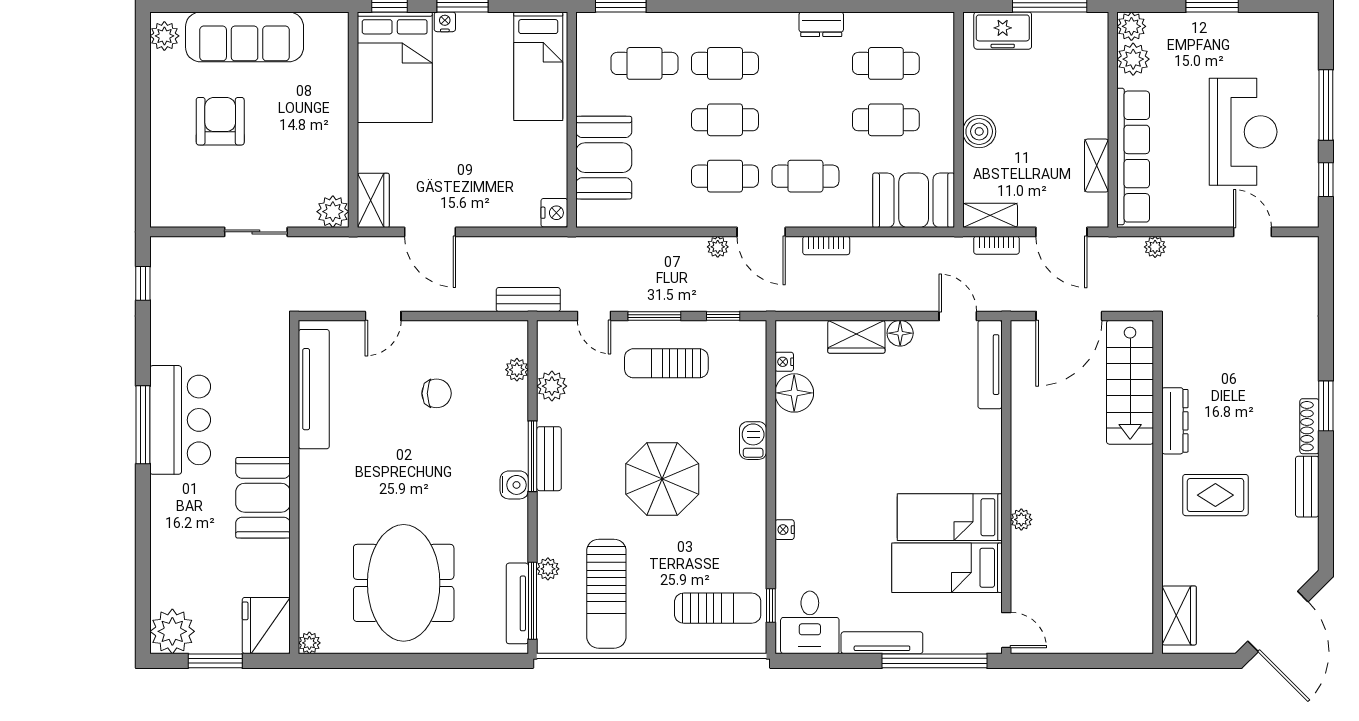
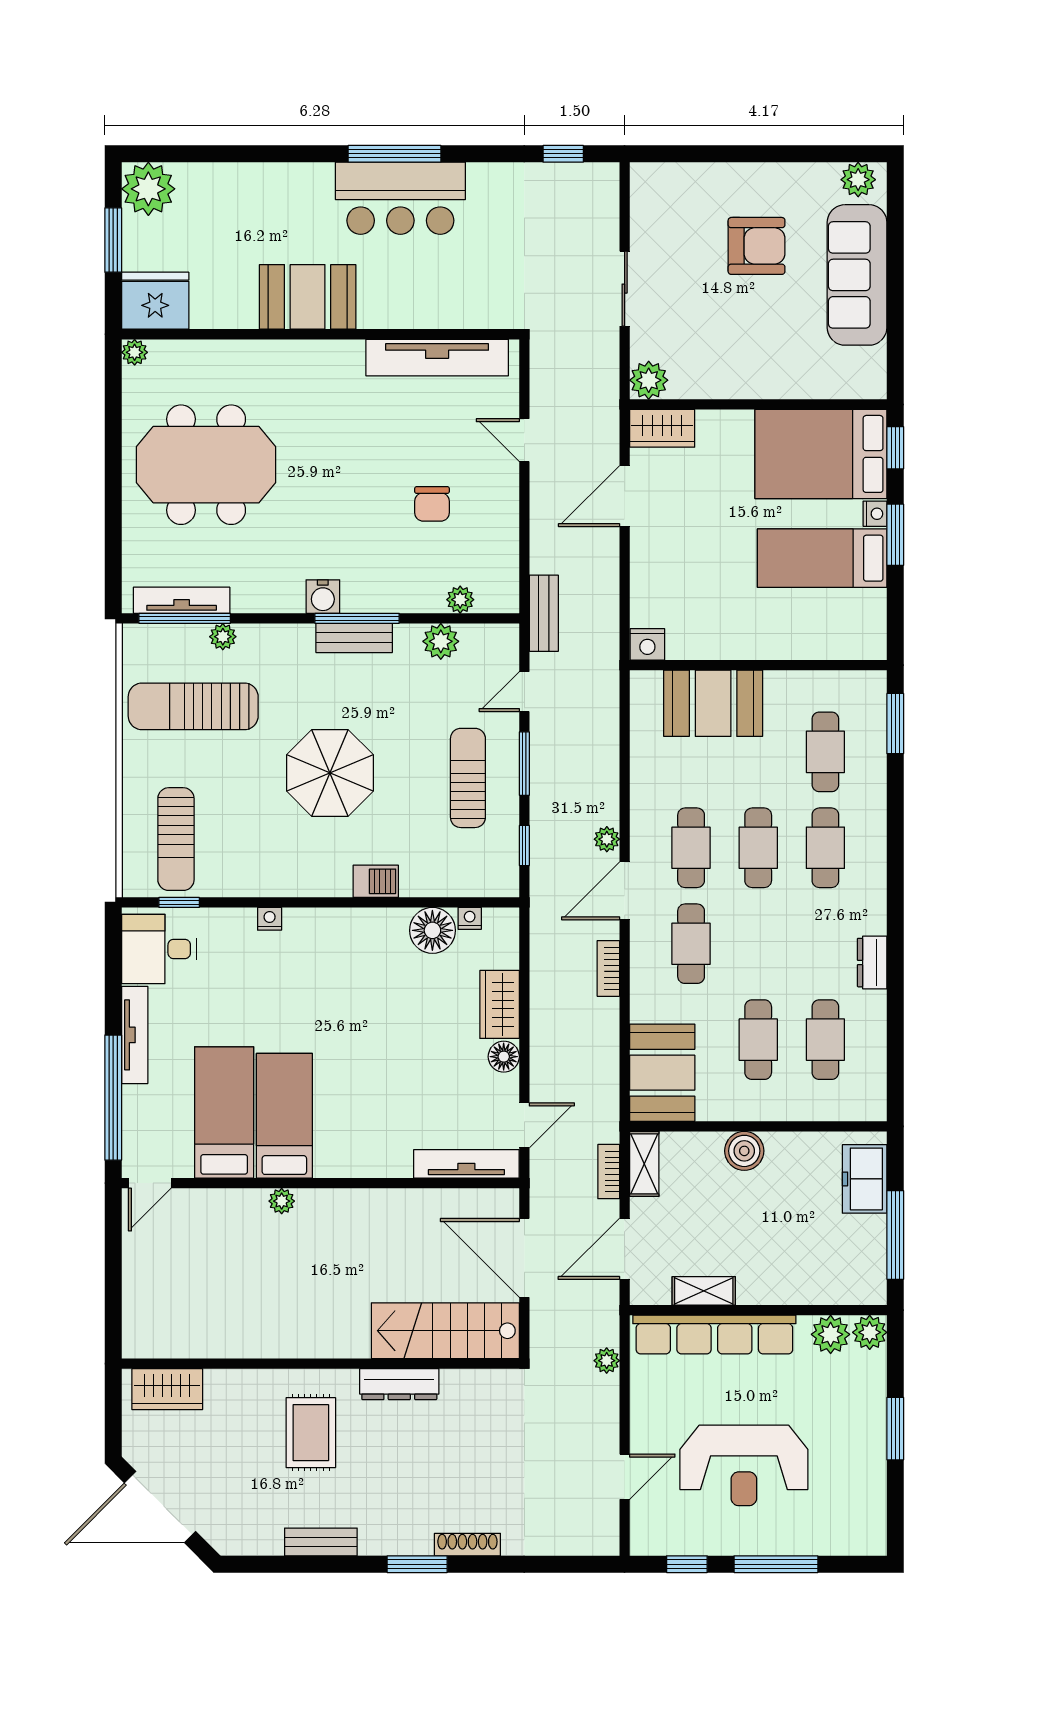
bed: (538, 66) -> (822, 558), moved
shoe rack: (1309, 426) -> (467, 1545), moved

